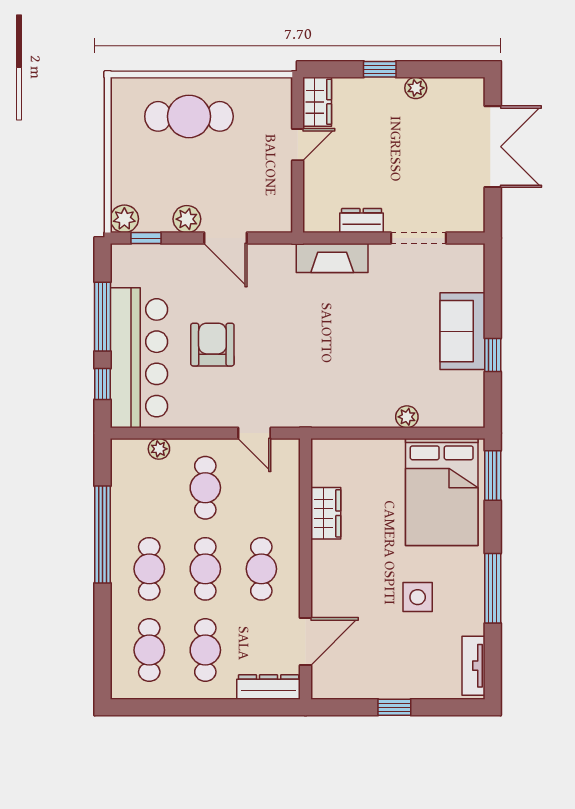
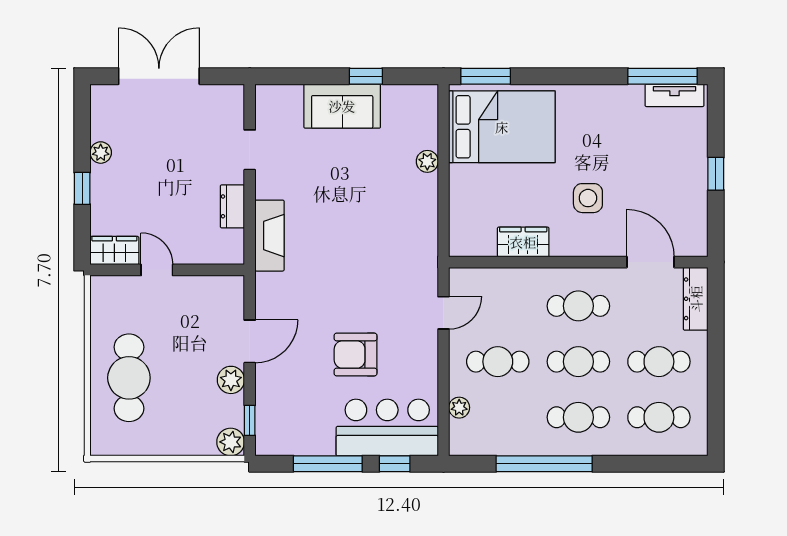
doorway: (419, 238) -> (250, 150), width x0.73
bar counter: (139, 358) -> (387, 428), width x0.73
window: (493, 588) -> (663, 76), moved
side table: (418, 597) -> (588, 198), moved

